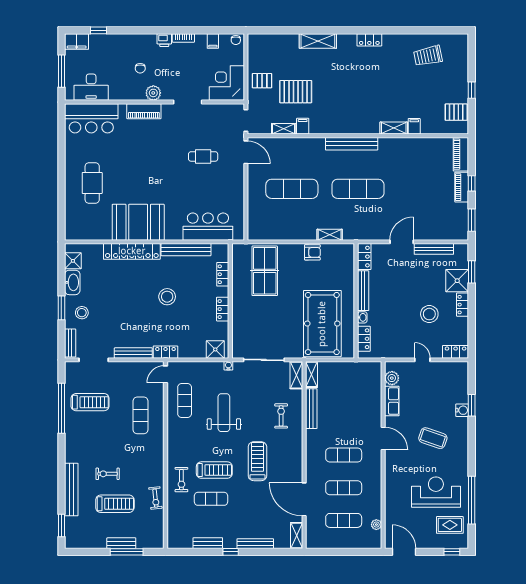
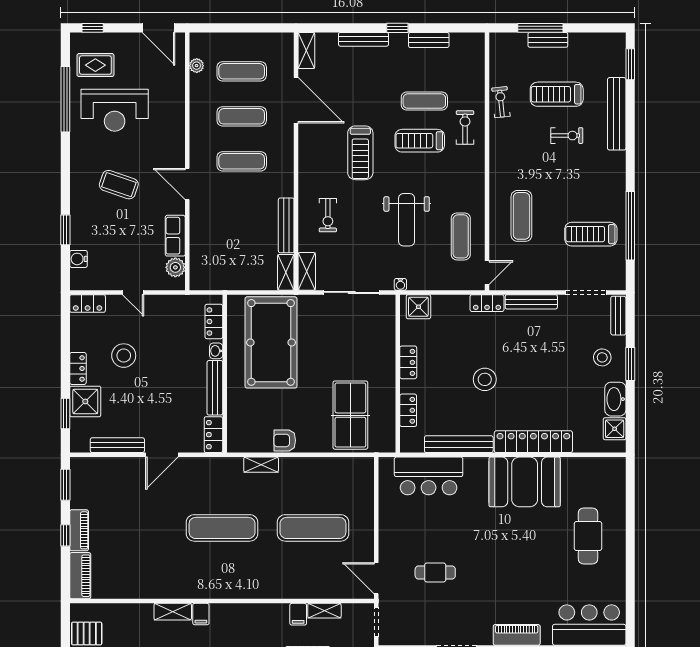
filing cabinet: (414, 126) -> (201, 614), moved
bench: (352, 144) -> (231, 590), removed
water cooler: (462, 410) -> (78, 259), moved

